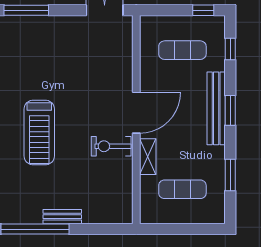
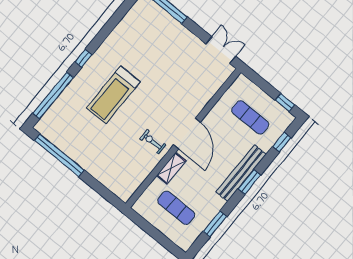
door: (136, 113) -> (187, 133), hinge flipped
exercise bike: (111, 146) -> (153, 142), width x0.73, depth x0.72
bench: (62, 217) -> (84, 162), removed

